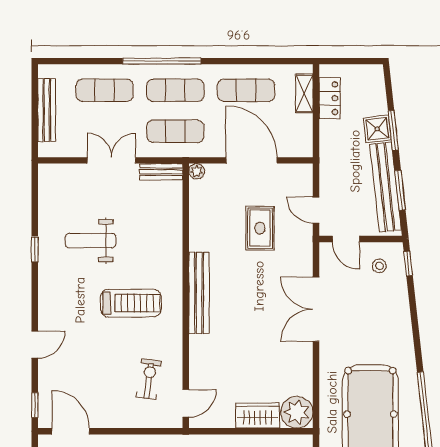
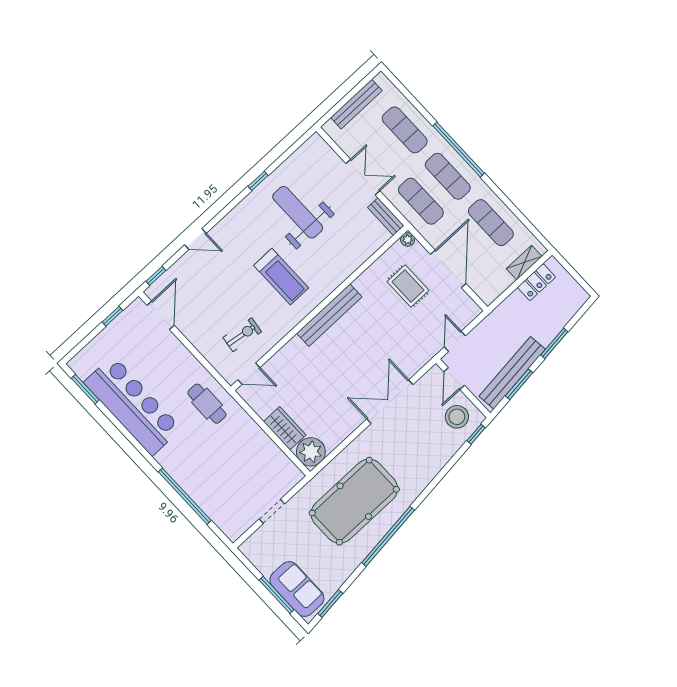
shower: (377, 129) -> (545, 332), removed
rug: (260, 228) -> (408, 286), moved, turned 90
weight bench: (91, 241) -> (298, 212), width x1.36, depth x1.33
stool: (379, 266) -> (457, 417), width x1.89, depth x1.89

